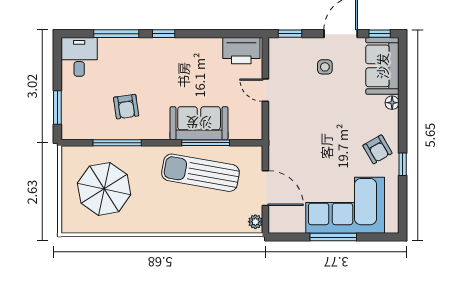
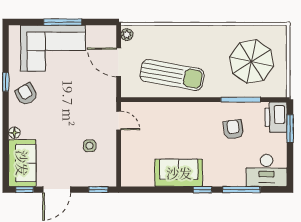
printer: (241, 51) -> (276, 117), moved, turned -90
desk: (79, 57) -> (267, 170), width x1.37
side table: (325, 67) -> (90, 146), moved
door: (265, 90) -> (119, 120), moved
sofa: (199, 123) -> (179, 173), moved, turned 180
window: (206, 143) -> (168, 100), removed

